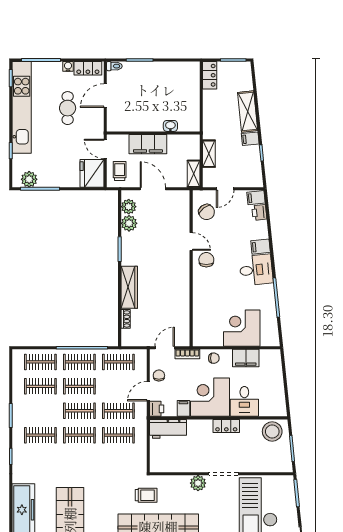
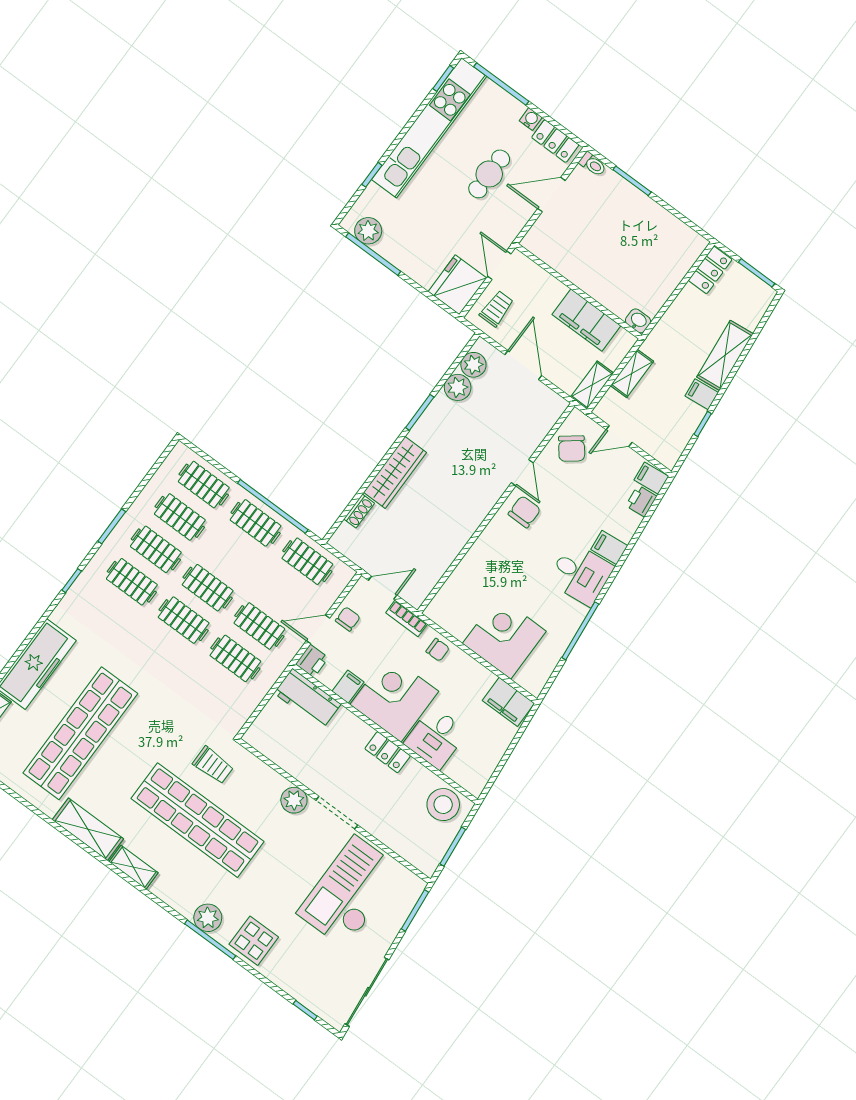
washbasin: (170, 126) -> (638, 321), moved
filing cabinet: (148, 144) -> (586, 320), moved
filing cabinet: (246, 358) -> (508, 702), moved
clothes rail: (79, 386) -> (156, 549), moved

